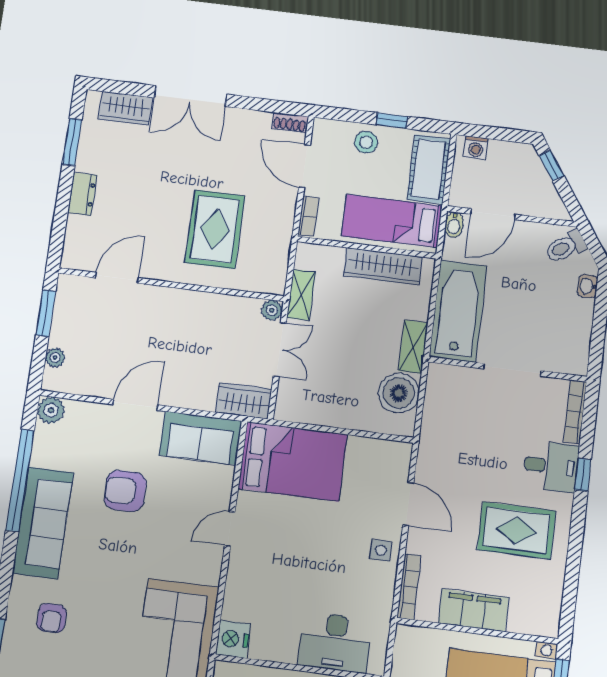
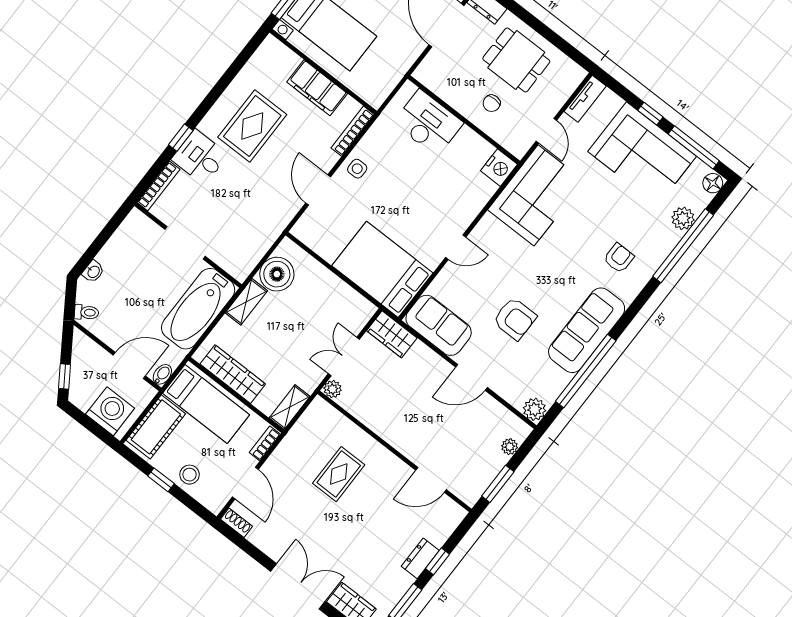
washing machine: (476, 148) -> (110, 411), width x1.89, depth x1.89
window: (63, 201) -> (437, 561), added
rug: (215, 229) -> (339, 474), width x0.73, depth x0.70
toilet: (566, 247) -> (87, 312), width x0.73, depth x0.72
shelving: (301, 295) -> (290, 407), moved
rug: (517, 530) -> (252, 126), turned 90

